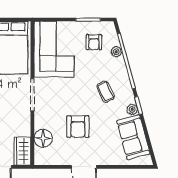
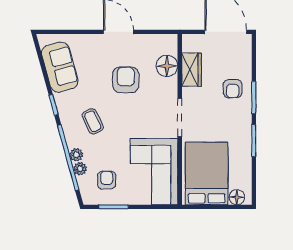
plant: (132, 109) -> (76, 155), moved
wardrobe: (22, 151) -> (191, 70), moved

